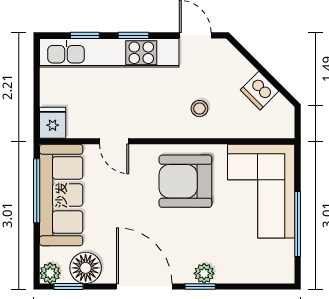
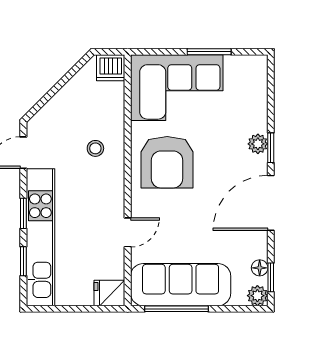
dishwasher: (260, 91) -> (111, 68), moved, turned 45
window: (298, 224) -> (209, 52), width x0.69
floor lamp: (86, 268) -> (260, 268), width x0.53, depth x0.53

